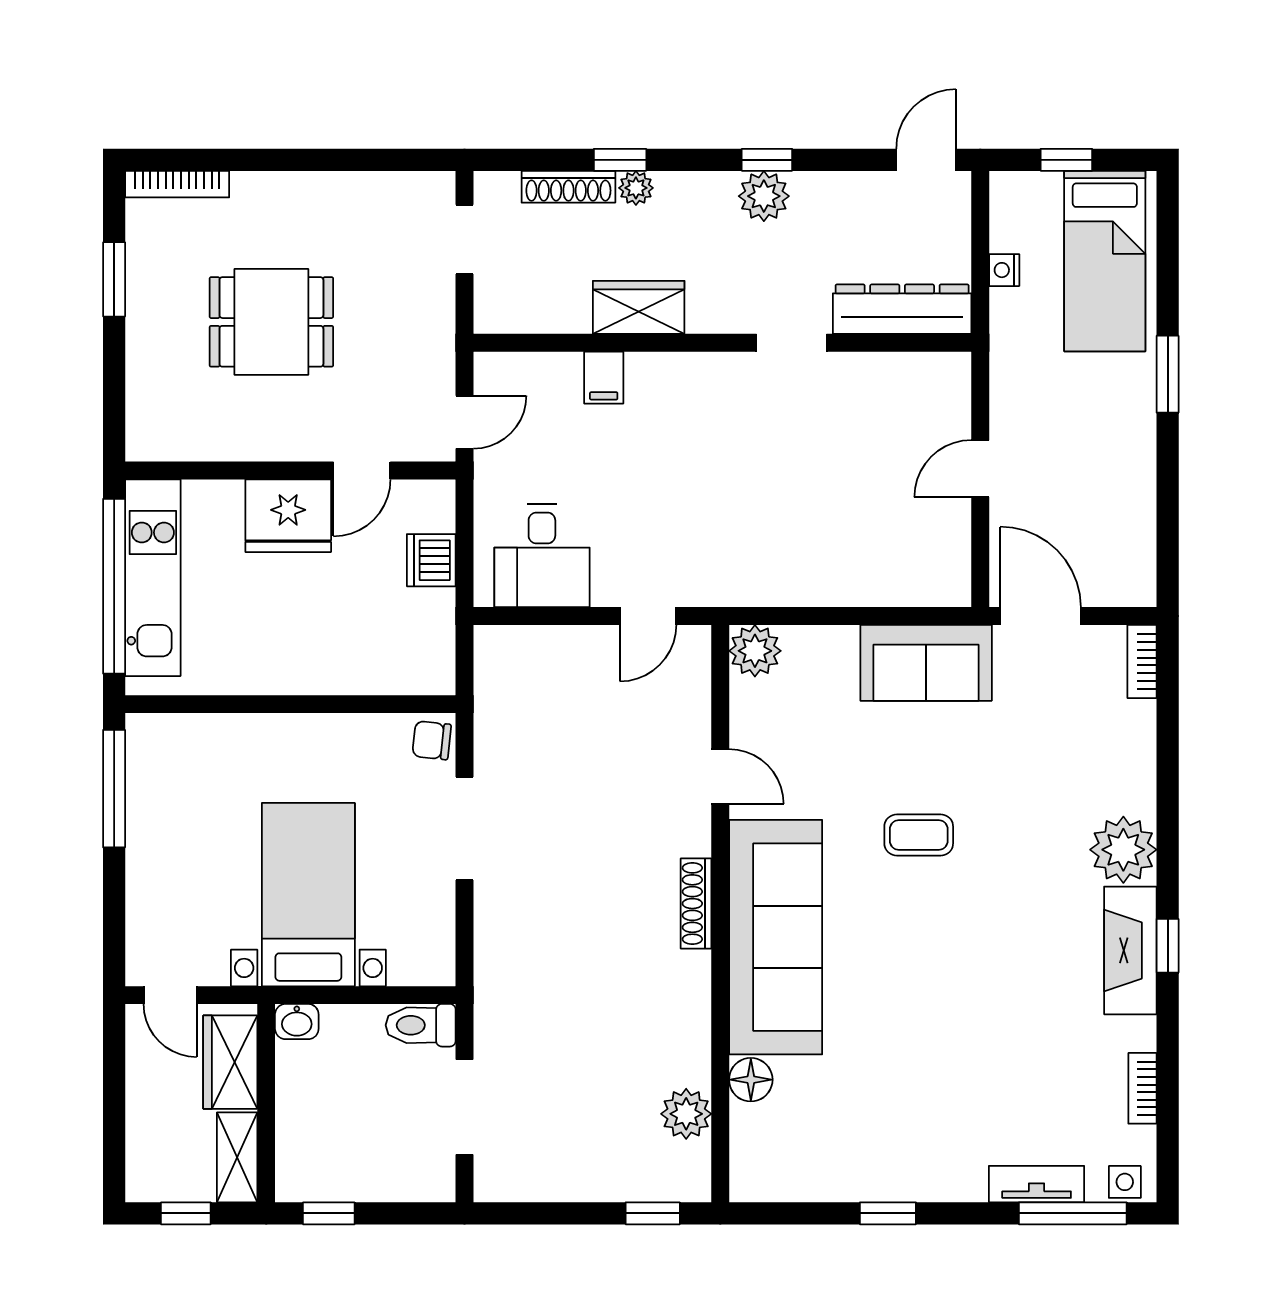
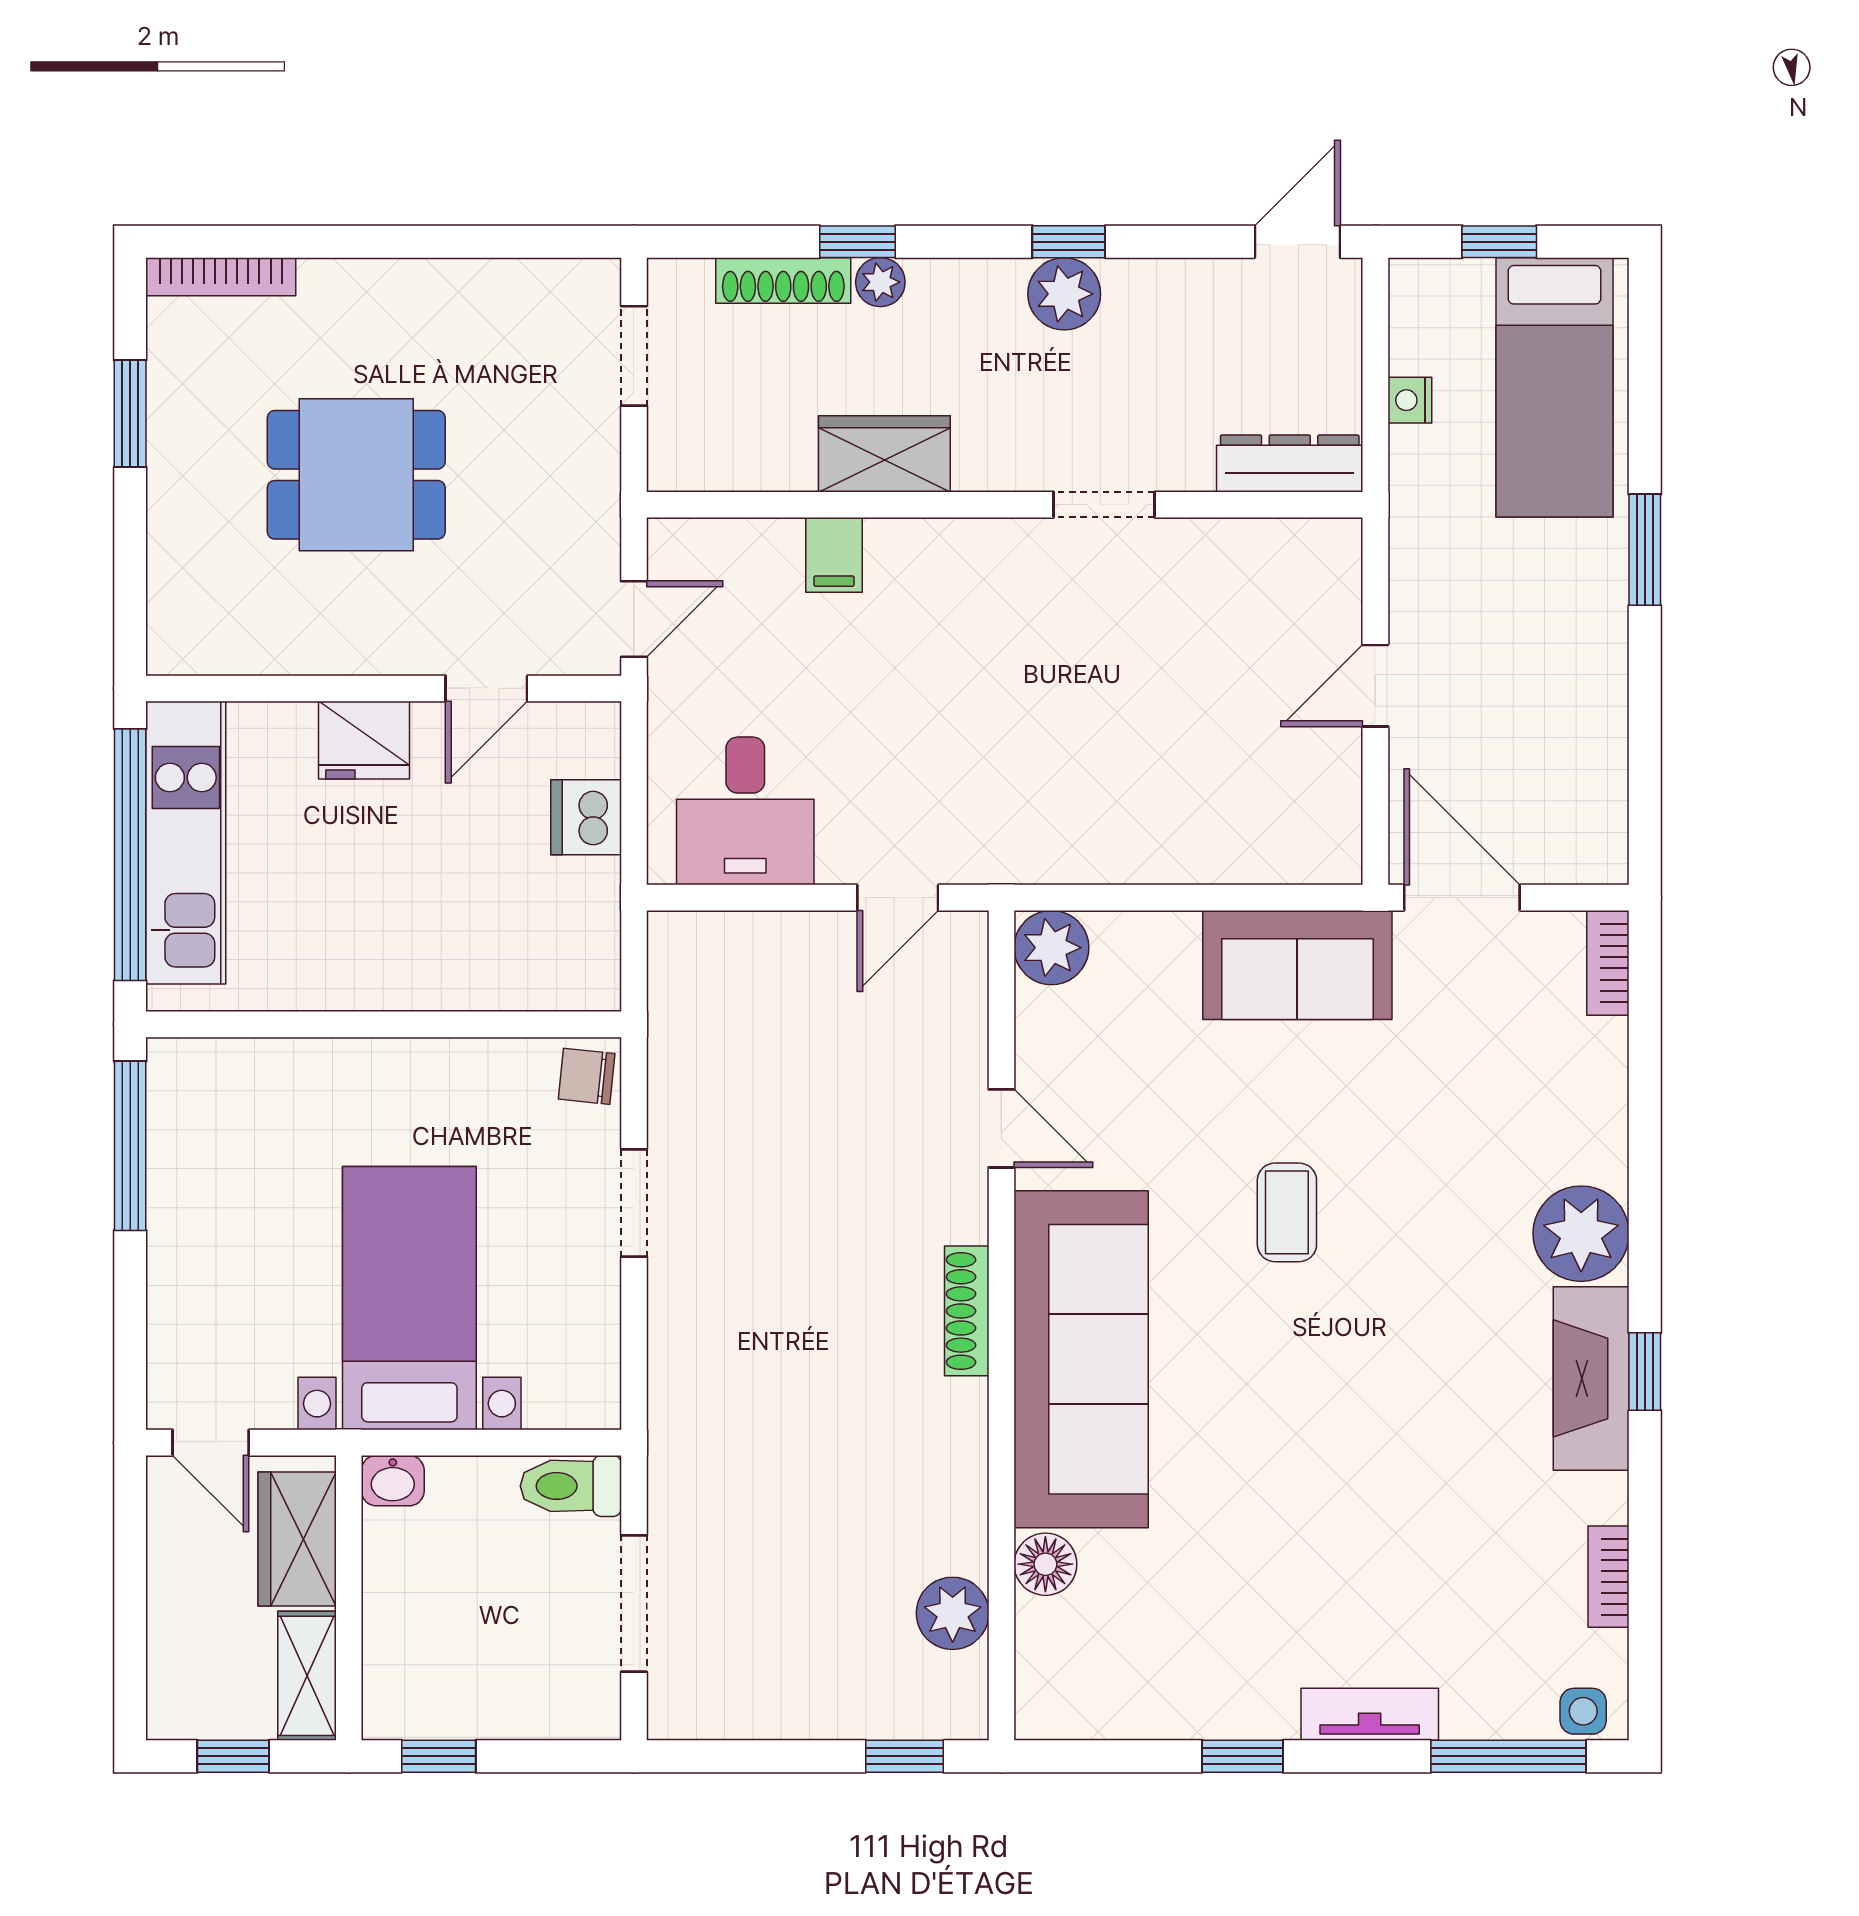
dresser: (902, 309) -> (1290, 463), width x0.73, depth x0.80
fridge: (288, 516) -> (364, 740), width x0.73, depth x0.75
doorway: (465, 828) -> (634, 1203), width x0.73
coffee table: (919, 835) -> (1287, 1212), turned 90
tv unit: (1037, 1184) -> (1370, 1714), moved

